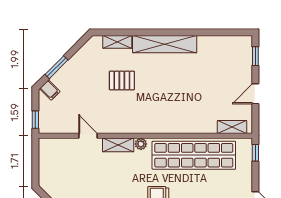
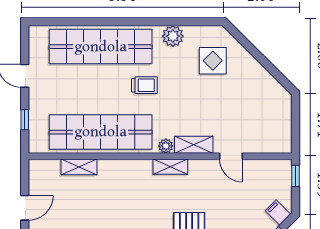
shelving: (137, 127) -> (170, 167), added
shelving: (232, 127) -> (79, 167), moved
window: (255, 153) -> (25, 120), moved

